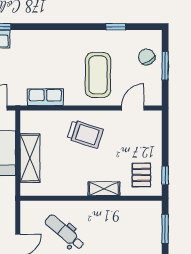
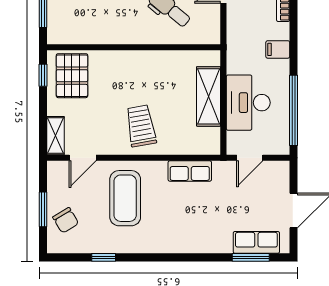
trolley: (85, 134) -> (141, 126), turned 62
pallet: (141, 175) -> (72, 76), width x1.50, depth x1.42
shelving: (104, 189) -> (56, 136), moved, turned 90

